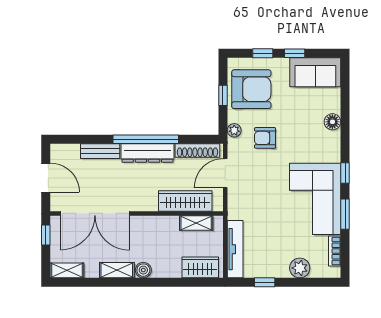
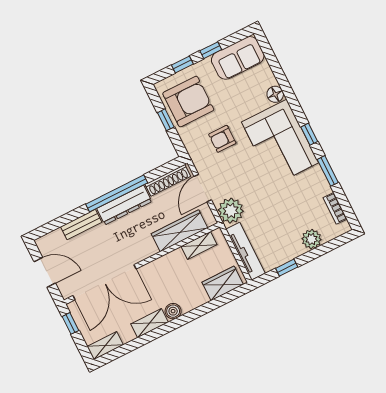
plant: (234, 130) -> (231, 211), moved, width x1.88, depth x1.88
corner sofa: (315, 199) -> (280, 142), moved

